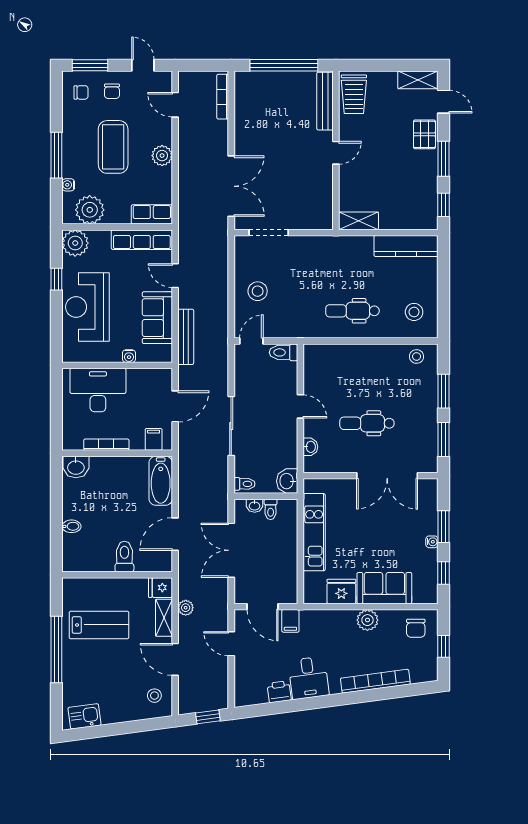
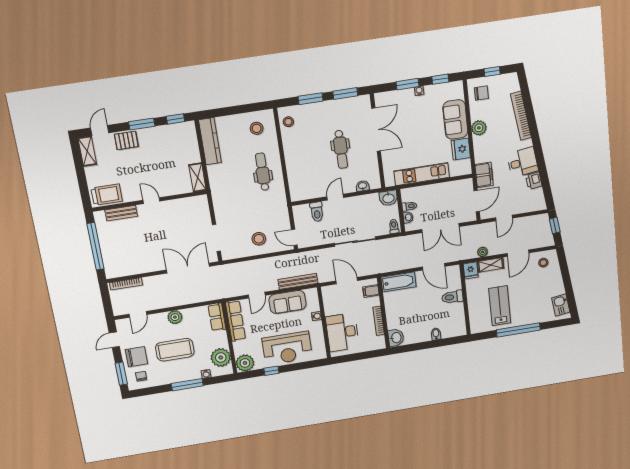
chair: (112, 91) -> (136, 357), width x1.87, depth x1.87
bench: (325, 101) -> (121, 213), width x0.73
dental chair: (352, 311) -> (263, 172), turned 180
toilet: (284, 352) -> (317, 212), moved
filing cabinet: (290, 621) -> (484, 175), width x2.00

